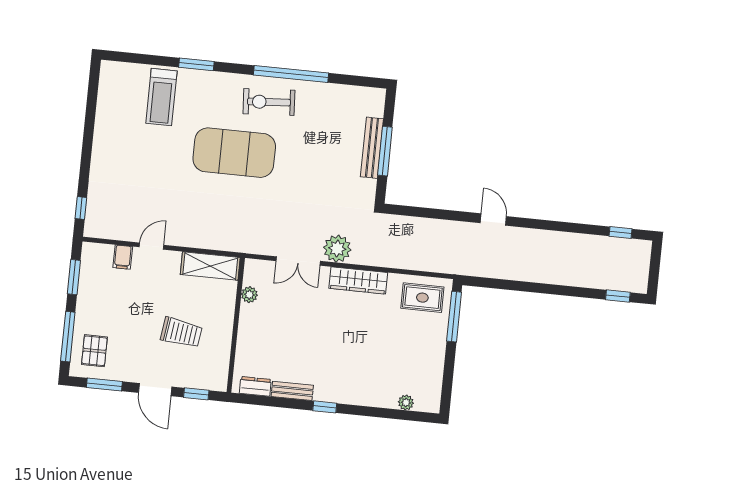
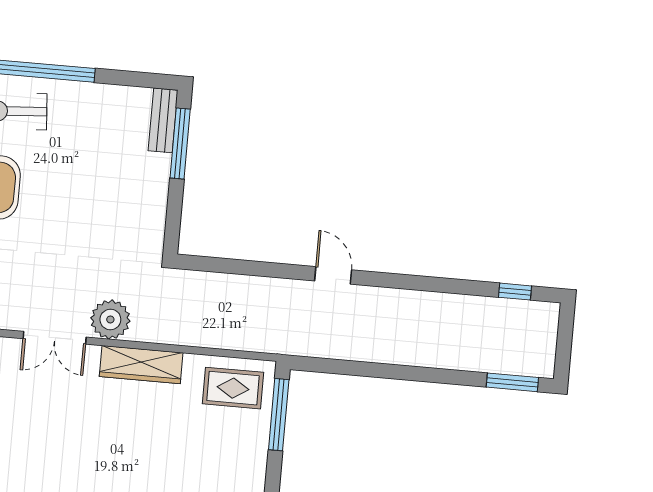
bench: (372, 148) -> (163, 120), moved, width x0.73
window: (385, 151) -> (180, 144), moved
window: (618, 296) -> (512, 382), width x1.50

